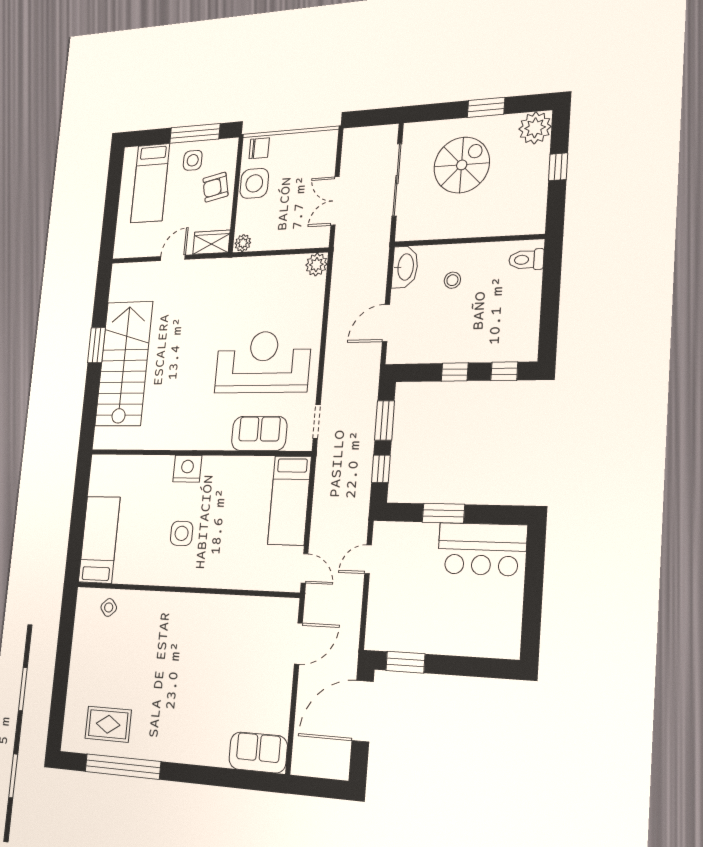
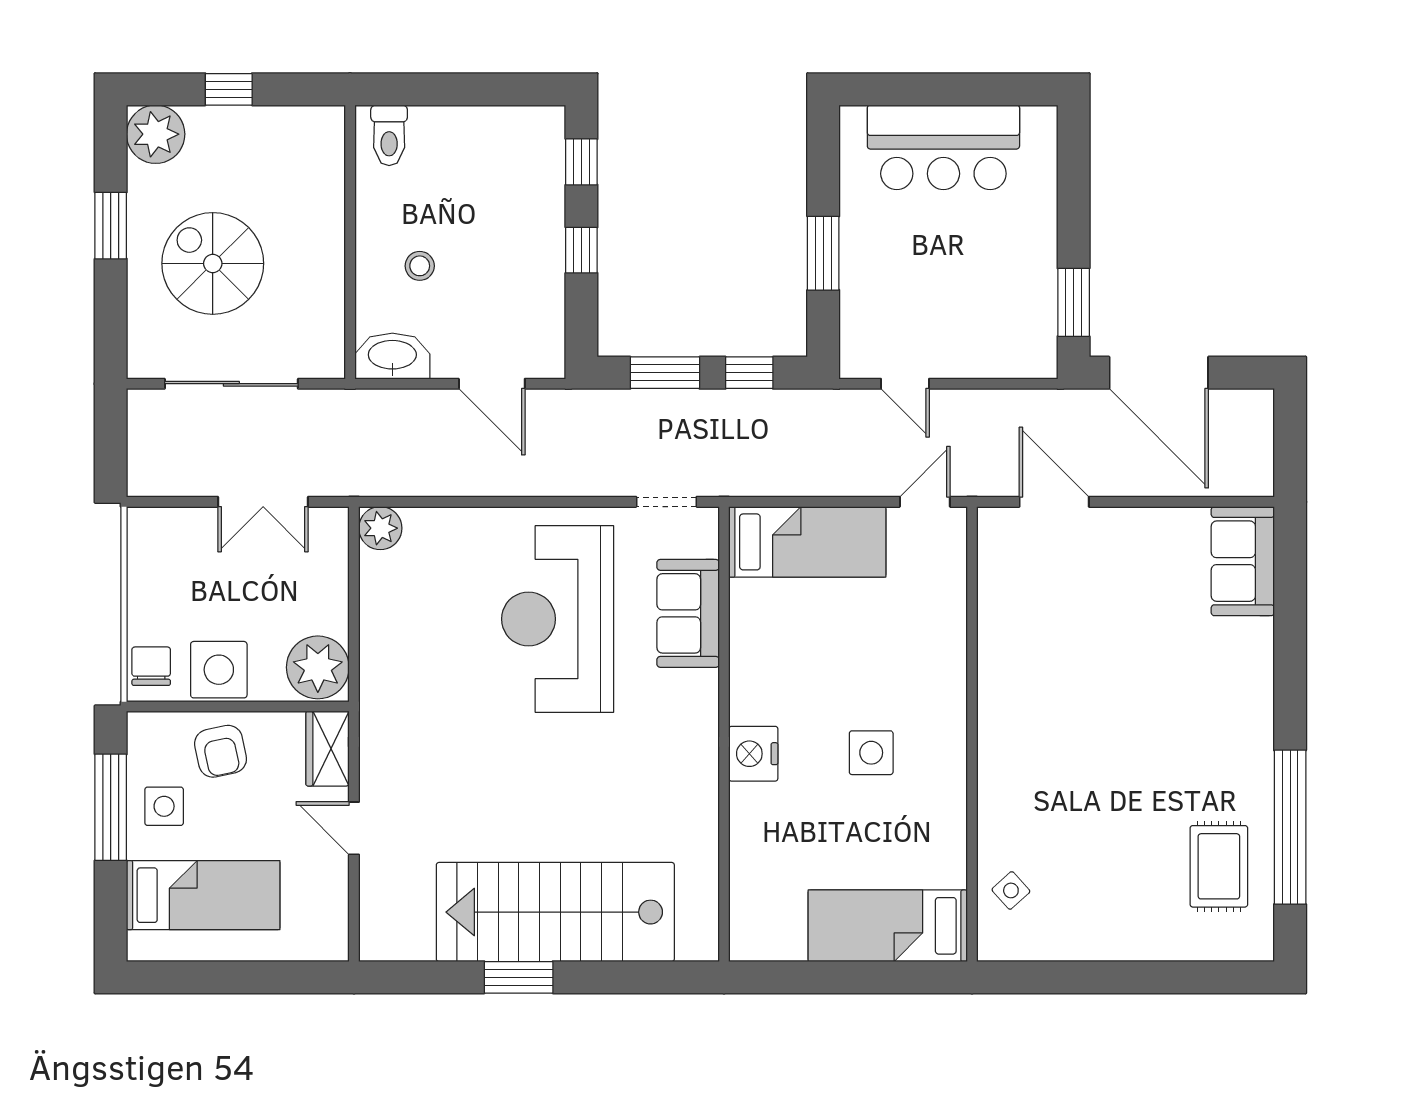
plant: (243, 243) -> (318, 667), width x1.88, depth x1.88
bar counter: (482, 549) -> (943, 147), moved, turned 90

